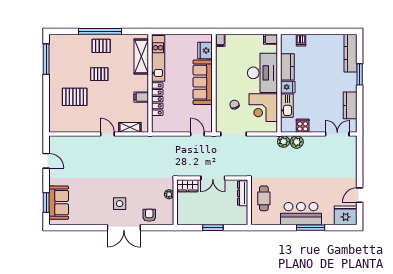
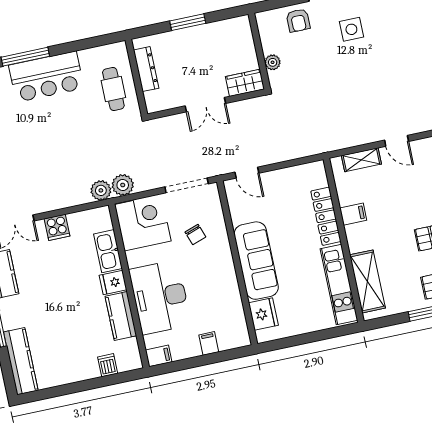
filing cabinet: (220, 40) -> (209, 343), moved
corner desk: (263, 108) -> (143, 223), moved
cooker: (303, 126) -> (57, 227), moved
plant: (297, 142) -> (123, 185), moved
double door: (213, 178) -> (205, 105), swing flipped
dresser: (243, 193) -> (146, 69), moved

